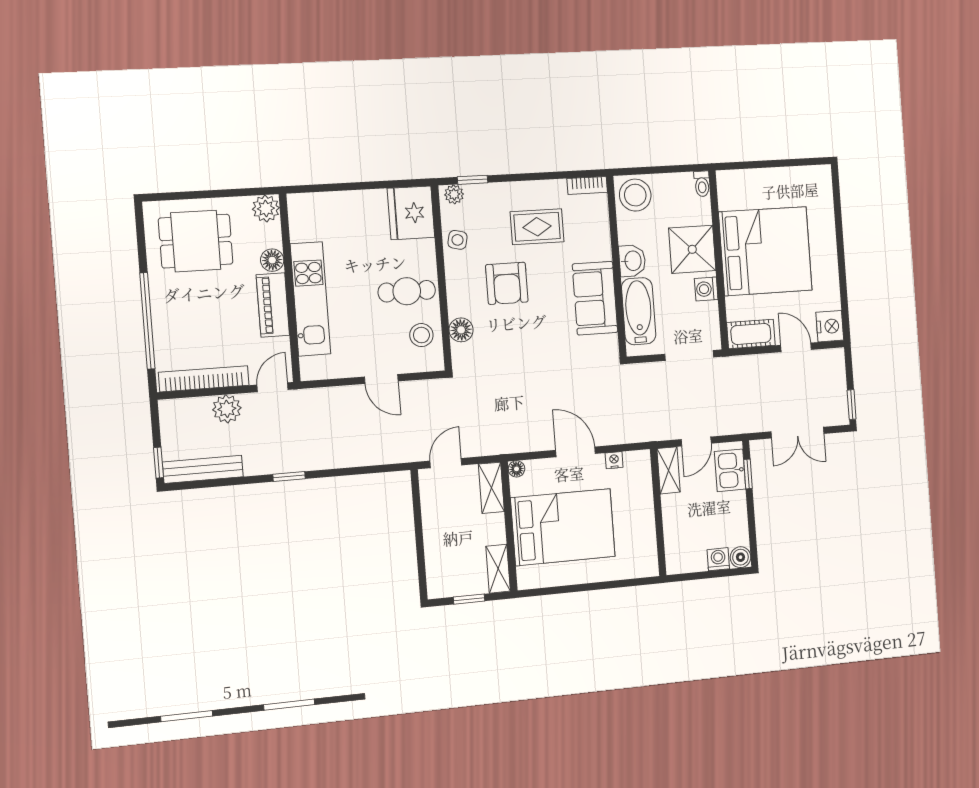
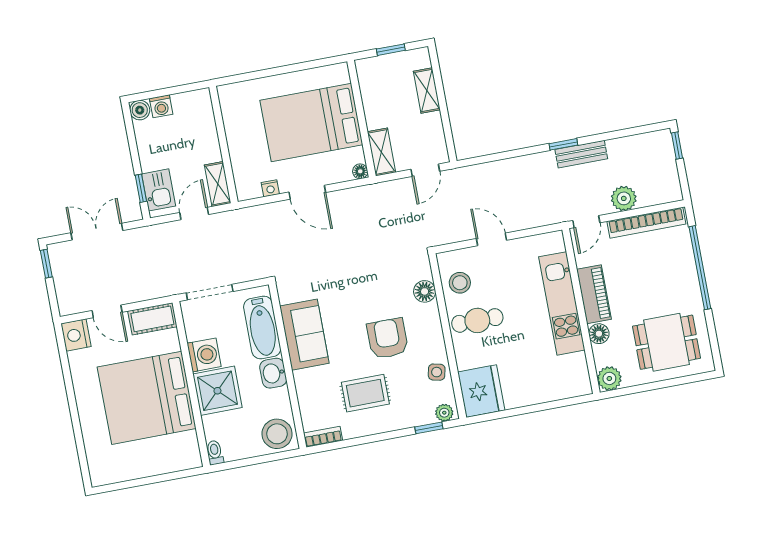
washing machine: (706, 289) -> (204, 355), width x1.38, depth x1.38
bench: (203, 469) -> (581, 154), moved, width x0.73
shelving: (498, 569) -> (427, 91), moved

